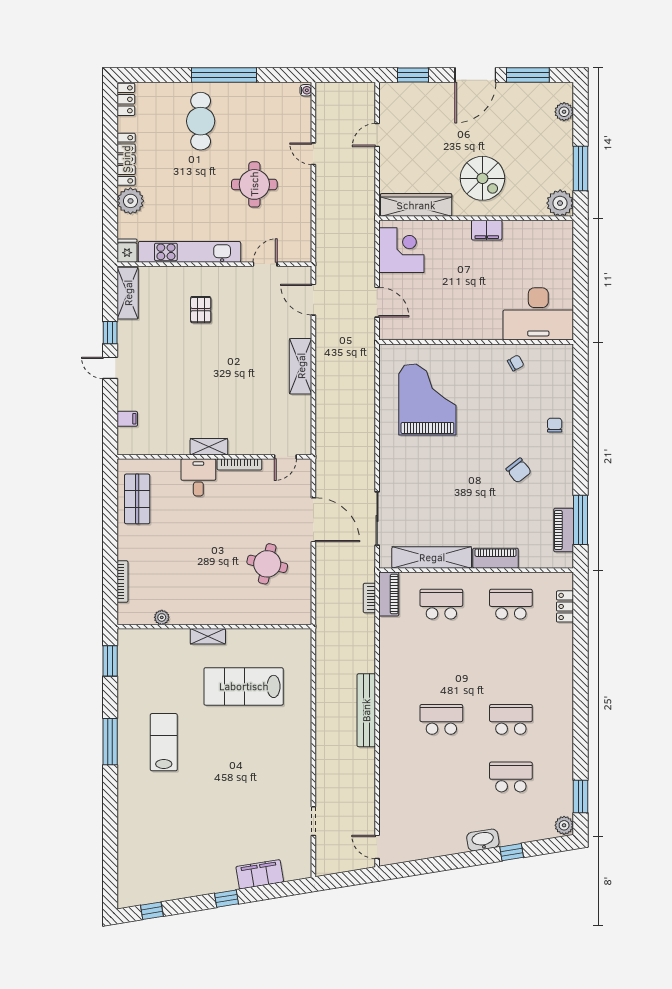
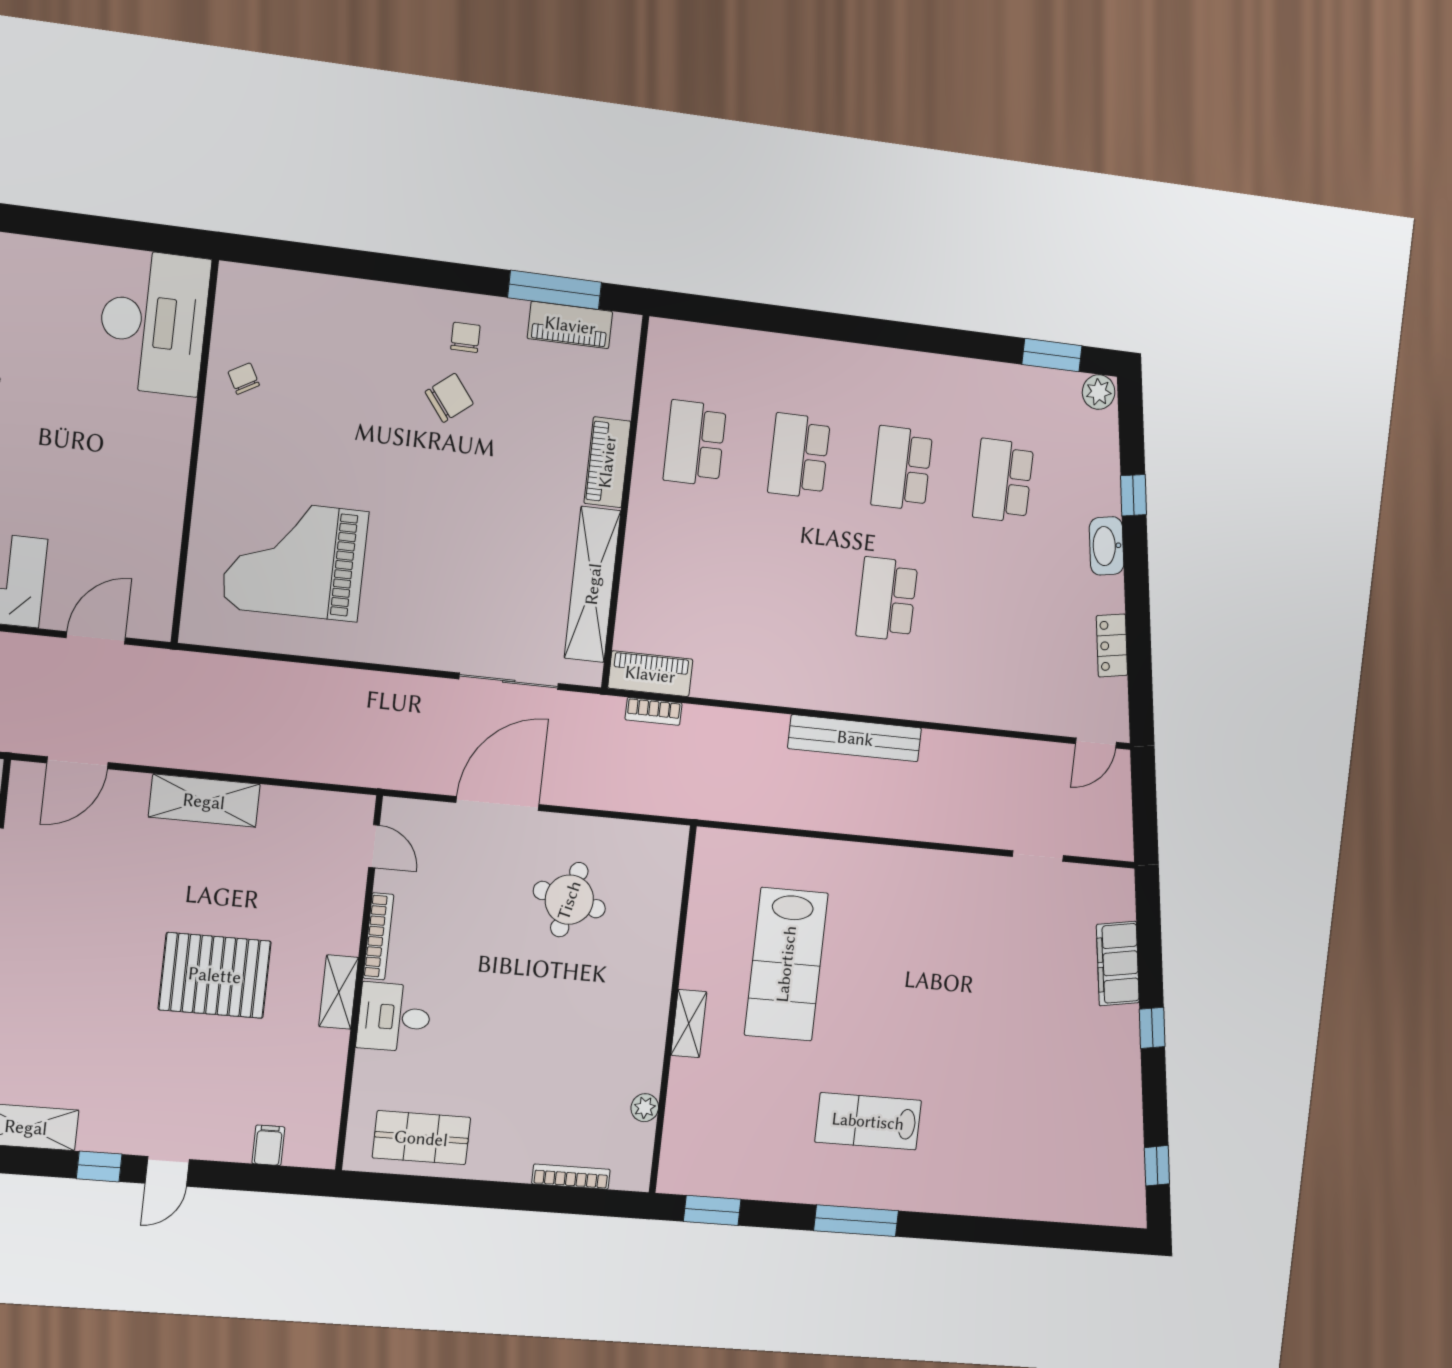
pallet: (201, 310) -> (215, 975), moved, width x2.05, depth x2.00
chair: (555, 425) -> (465, 337), moved, turned 90
school desk: (441, 604) -> (799, 456), moved
locker: (565, 606) -> (1112, 645), moved, turned 81

